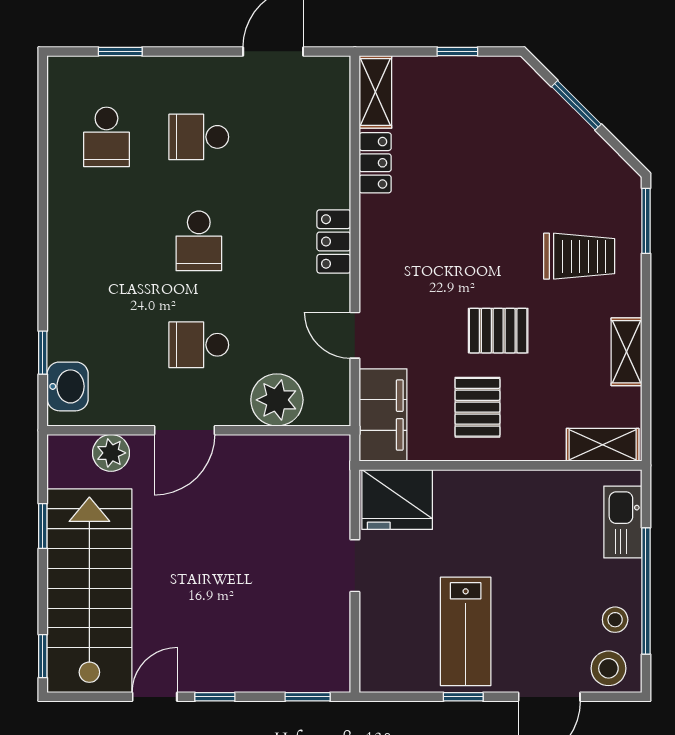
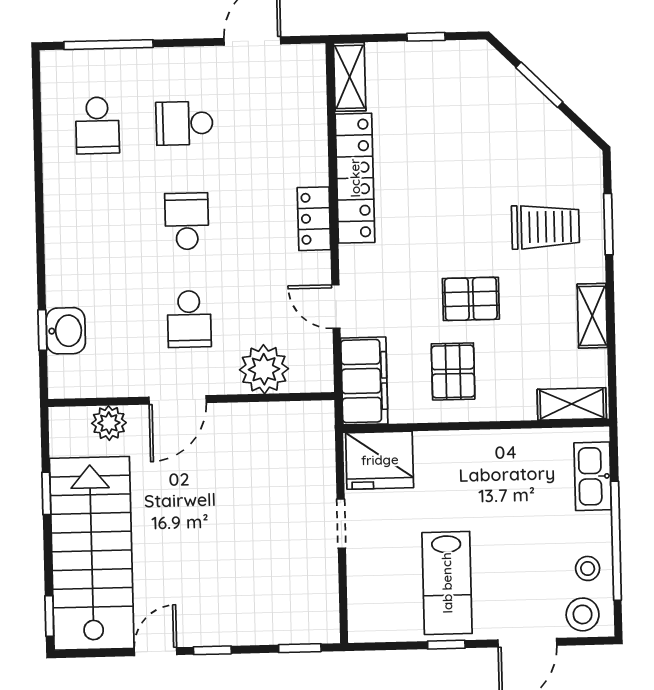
window: (120, 51) -> (108, 45), width x2.17
locker: (375, 163) -> (355, 178), width x2.16, depth x1.21
window: (646, 221) -> (608, 224), moved
school desk: (199, 241) -> (187, 221), turned 180
school desk: (199, 345) -> (189, 319), turned -90
washbasin: (68, 386) -> (66, 331), moved

